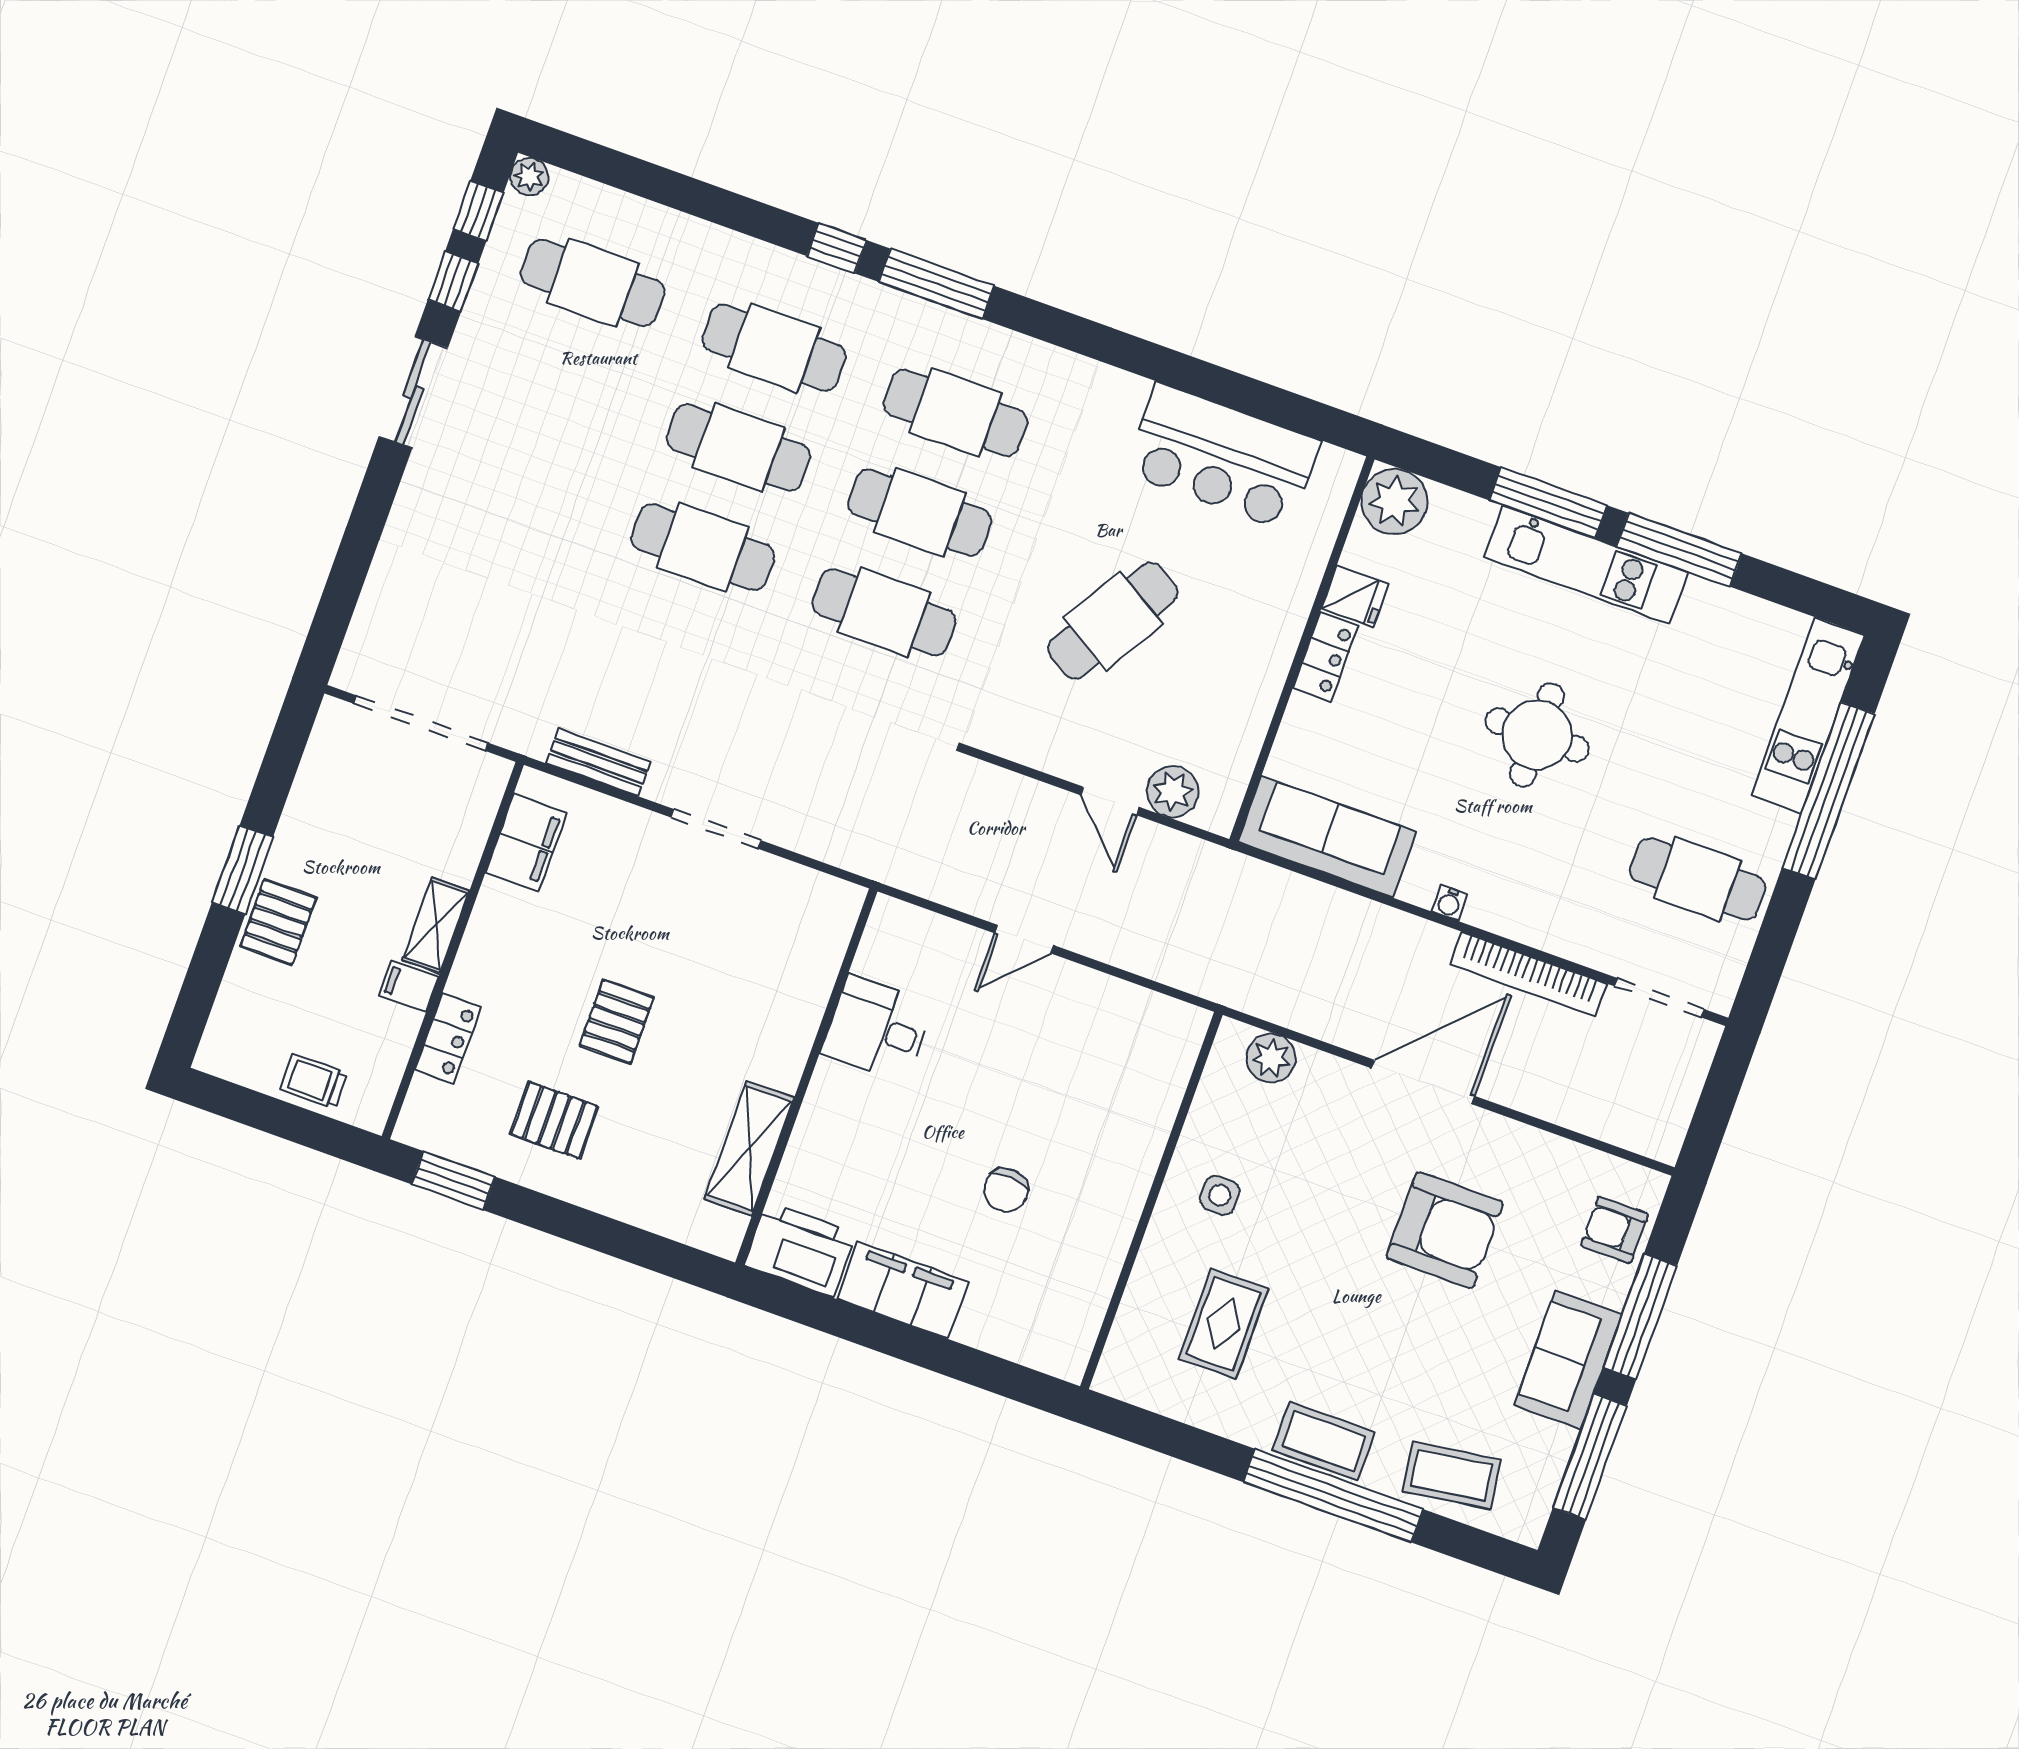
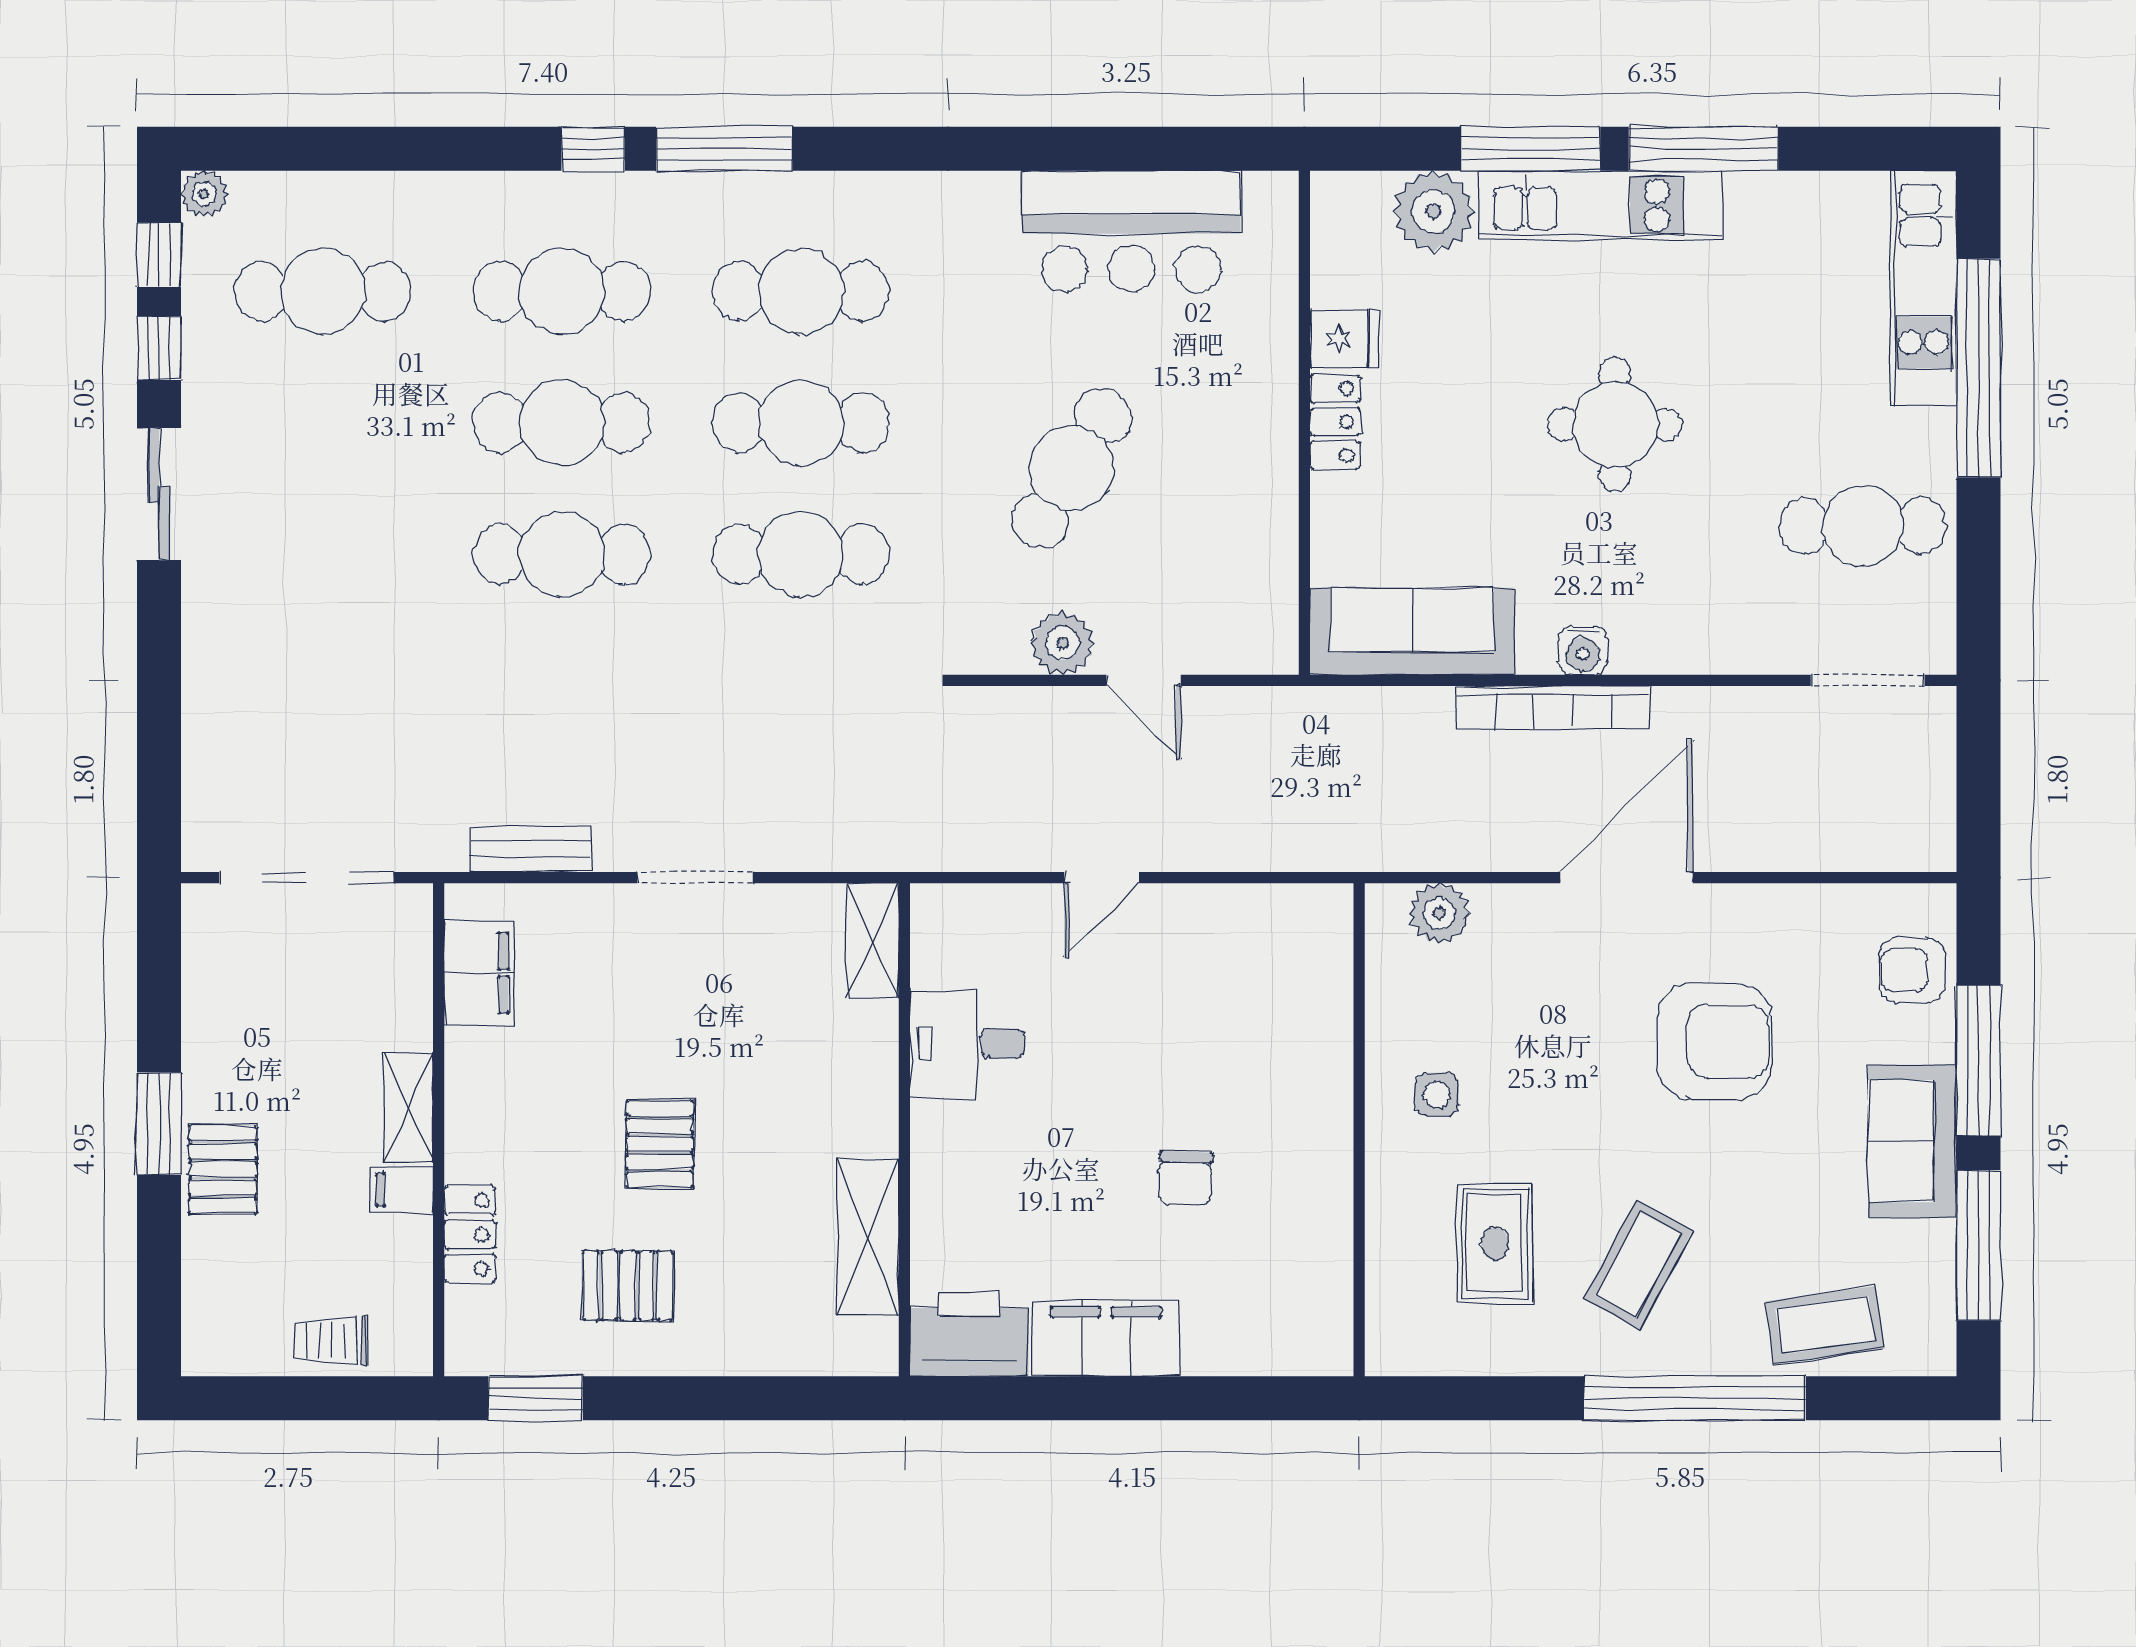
plant: (1394, 501) -> (1434, 211), moved
plant: (1173, 792) -> (1063, 643), moved
water cooler: (1449, 903) -> (1583, 650), width x1.38, depth x1.38
shelving: (834, 925) -> (873, 941), added
bookcase: (1528, 974) -> (1553, 707), moved
coffee table: (1324, 1441) -> (1638, 1265), moved, turned -62

